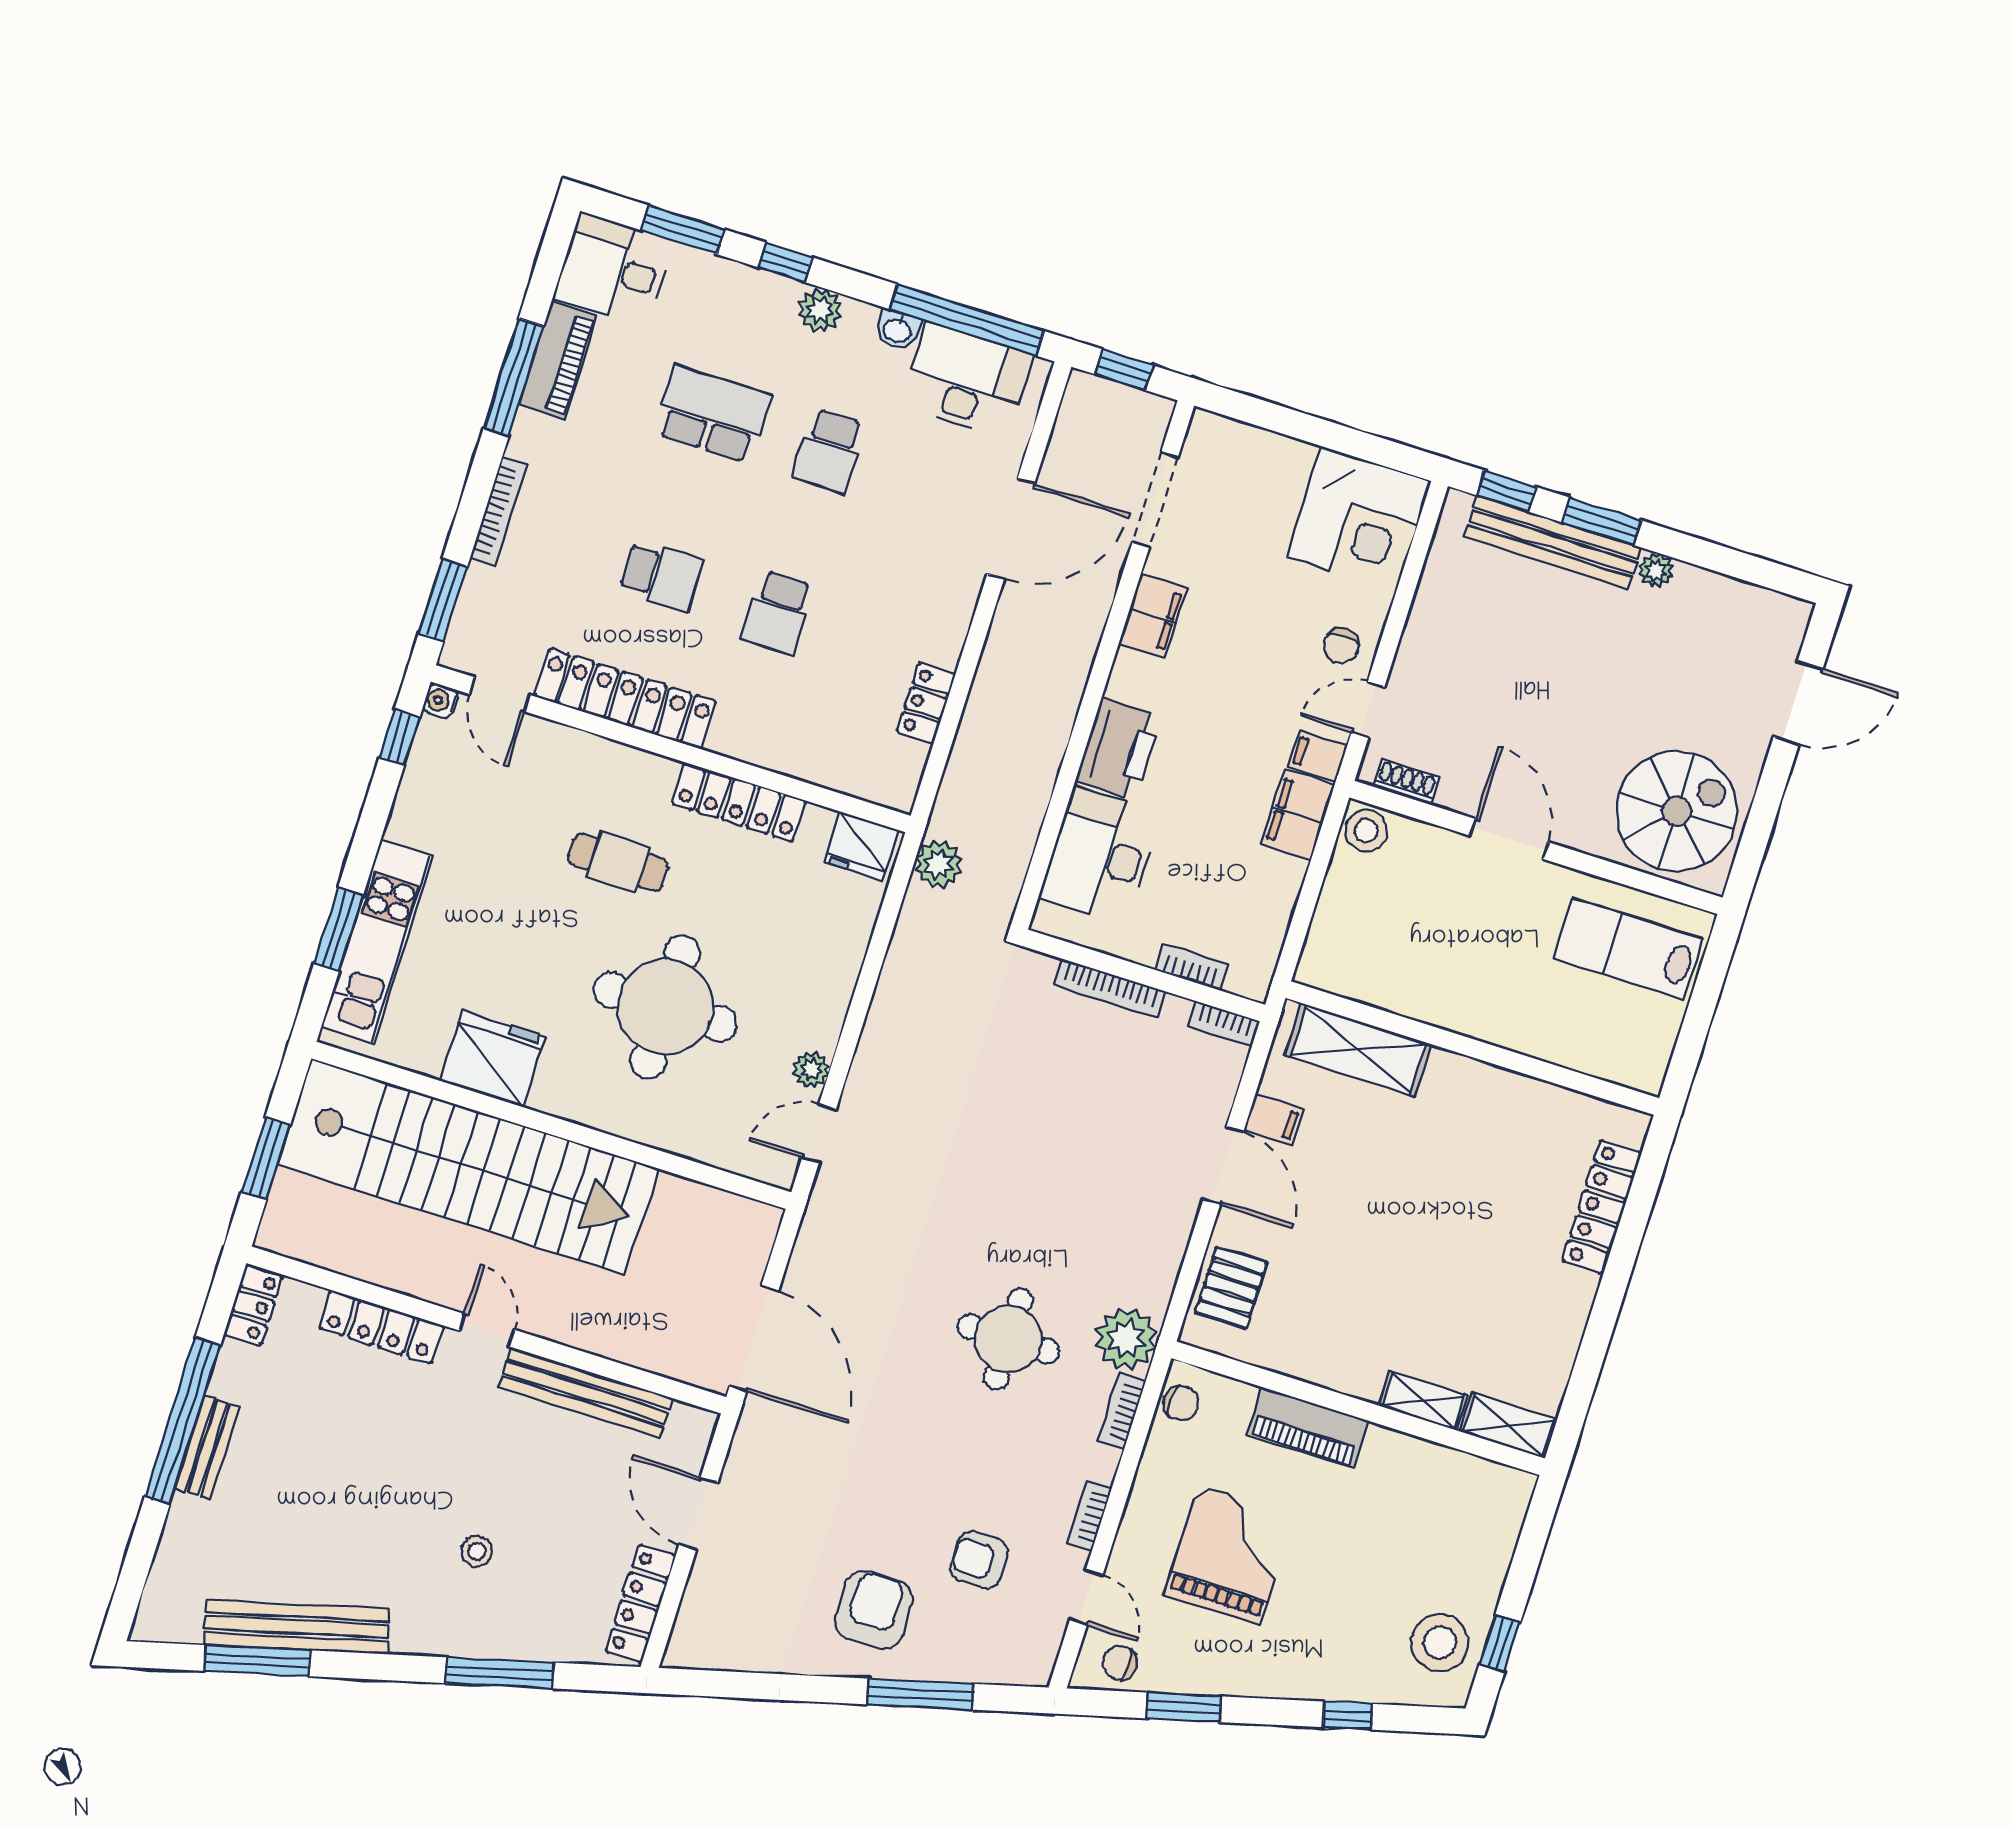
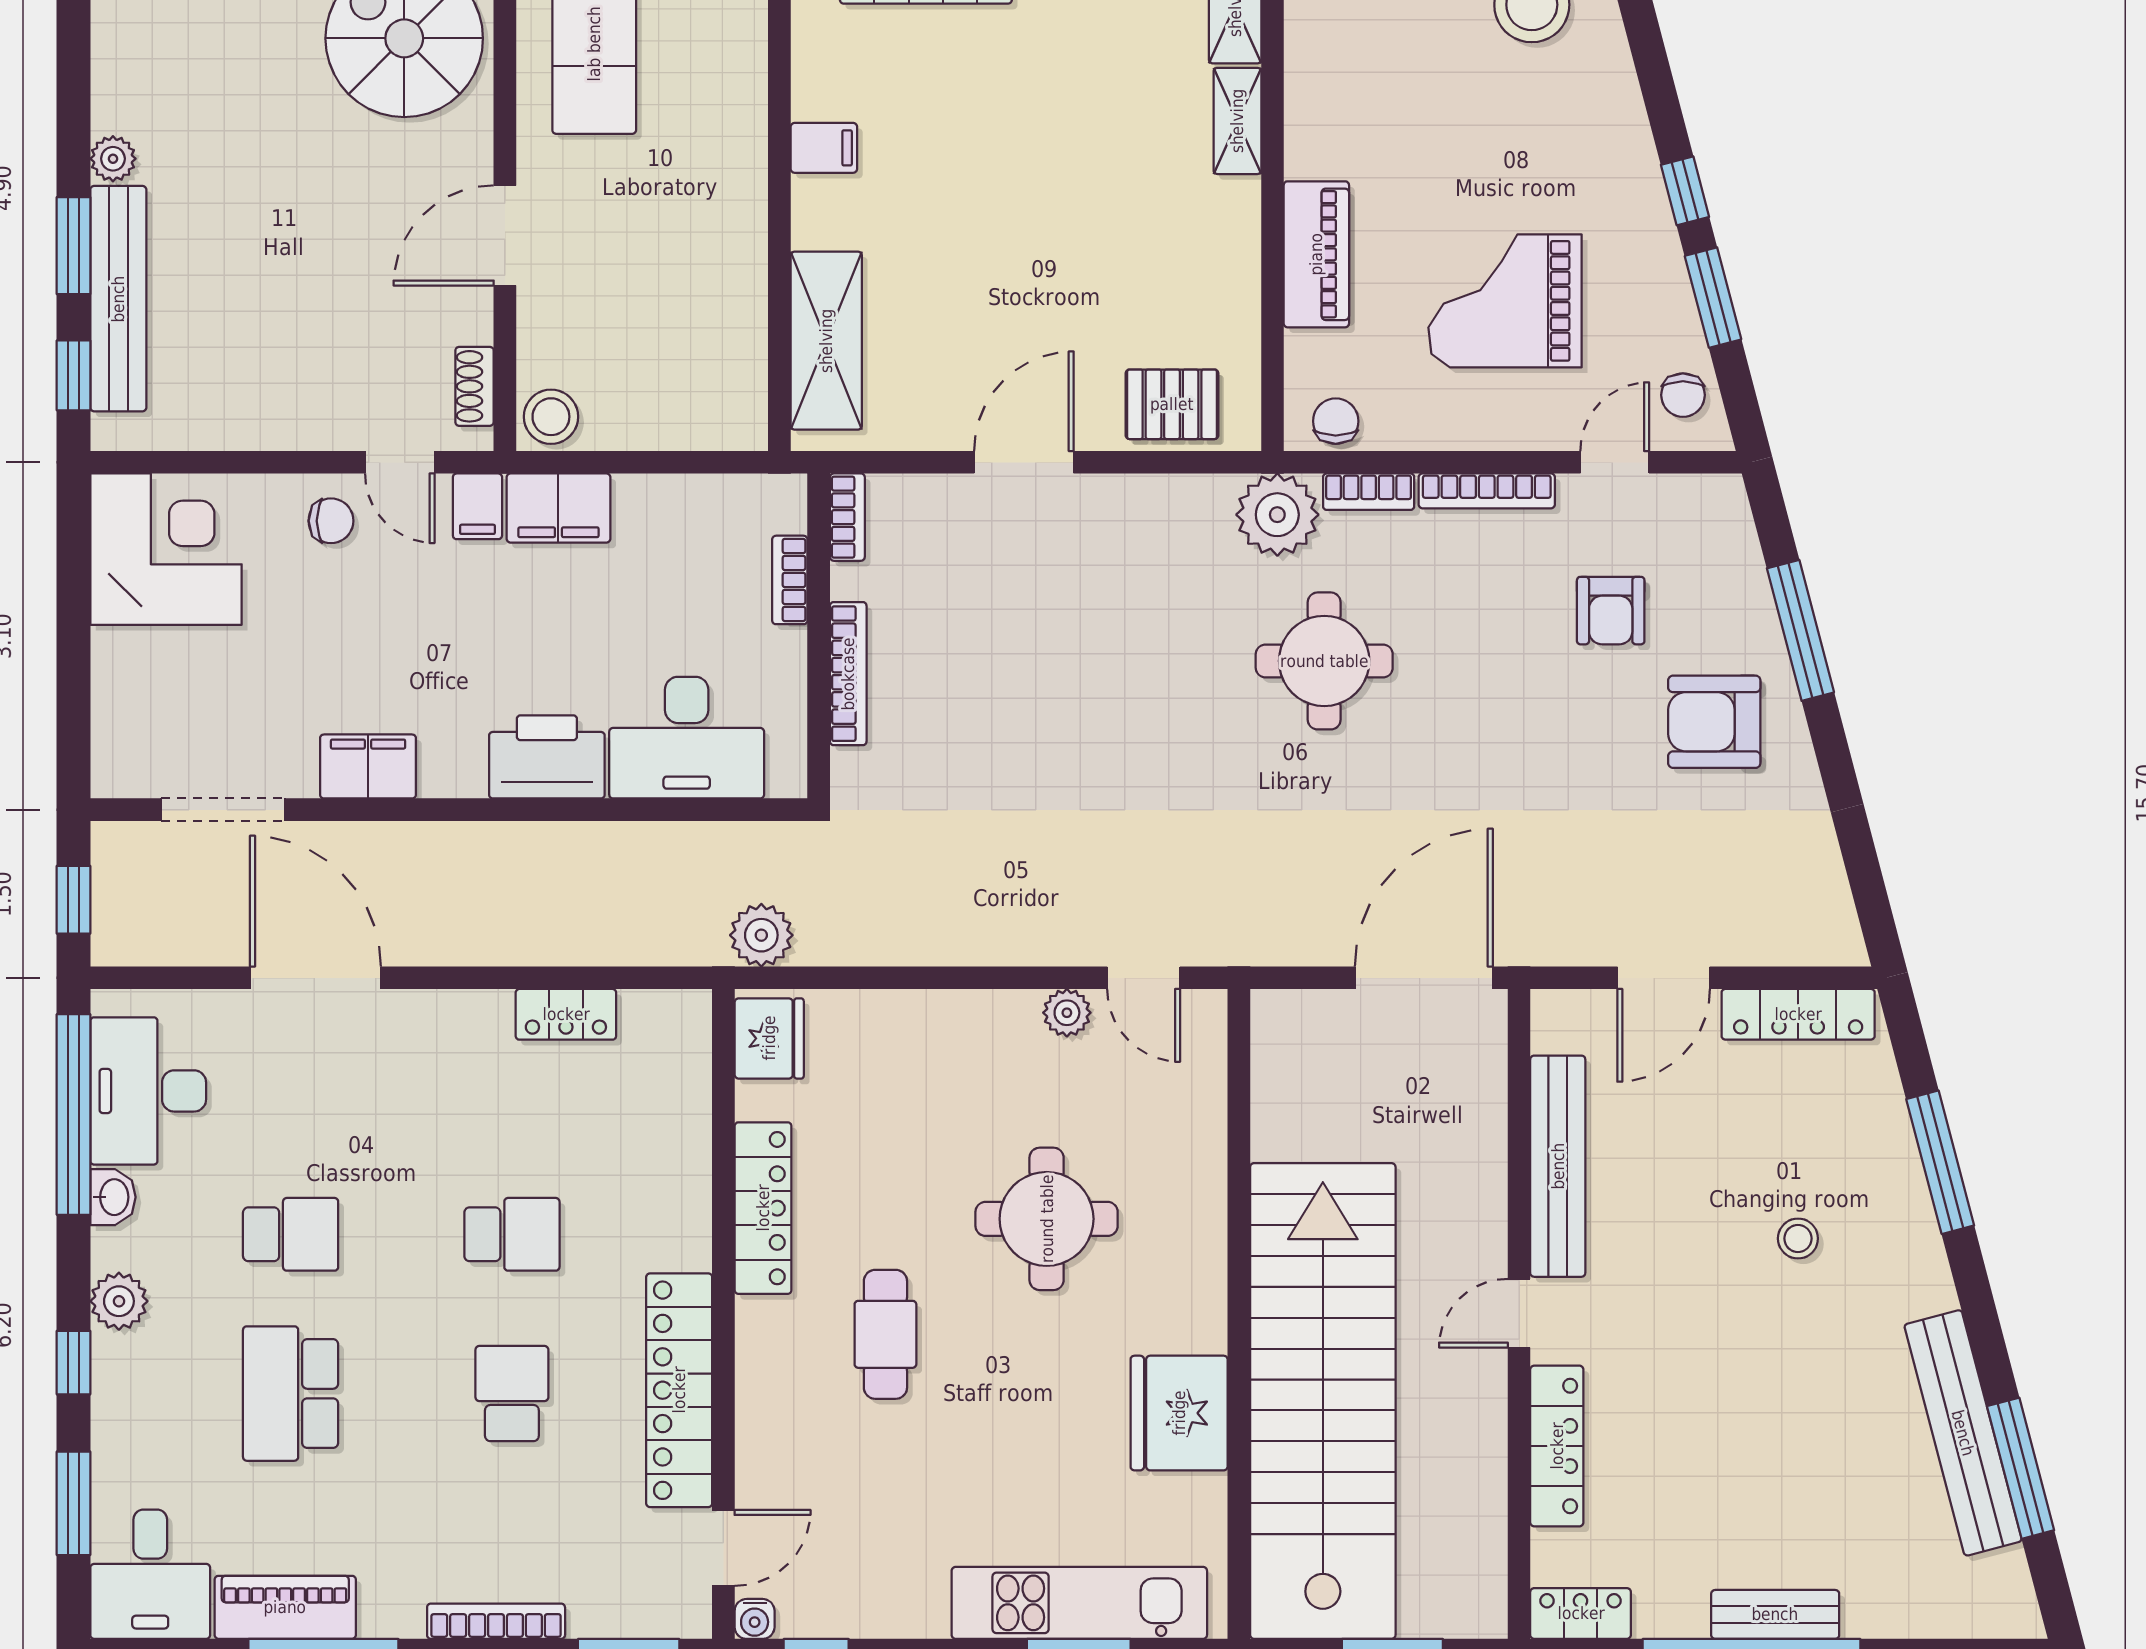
round table: (665, 1007) -> (1047, 1219), width x0.73, depth x0.73
filing cabinet: (1274, 1120) -> (824, 148), moved, turned 90
bookcase: (1089, 1515) -> (1487, 491), width x1.56
window: (1348, 1716) -> (1685, 191), moved

